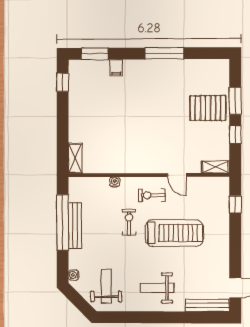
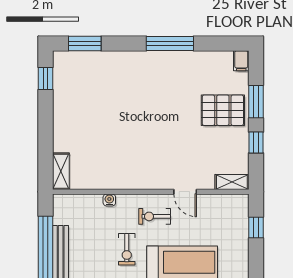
filing cabinet: (116, 68) -> (241, 61), moved
exercise bike: (129, 222) -> (127, 249), turned 180

